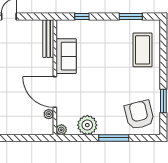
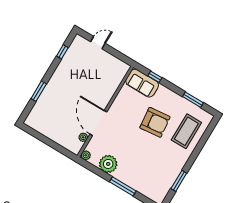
bench: (48, 39) -> (118, 78), removed
sofa: (66, 56) -> (142, 83), moved, turned 90
armchair: (139, 115) -> (155, 122), moved, turned 98

